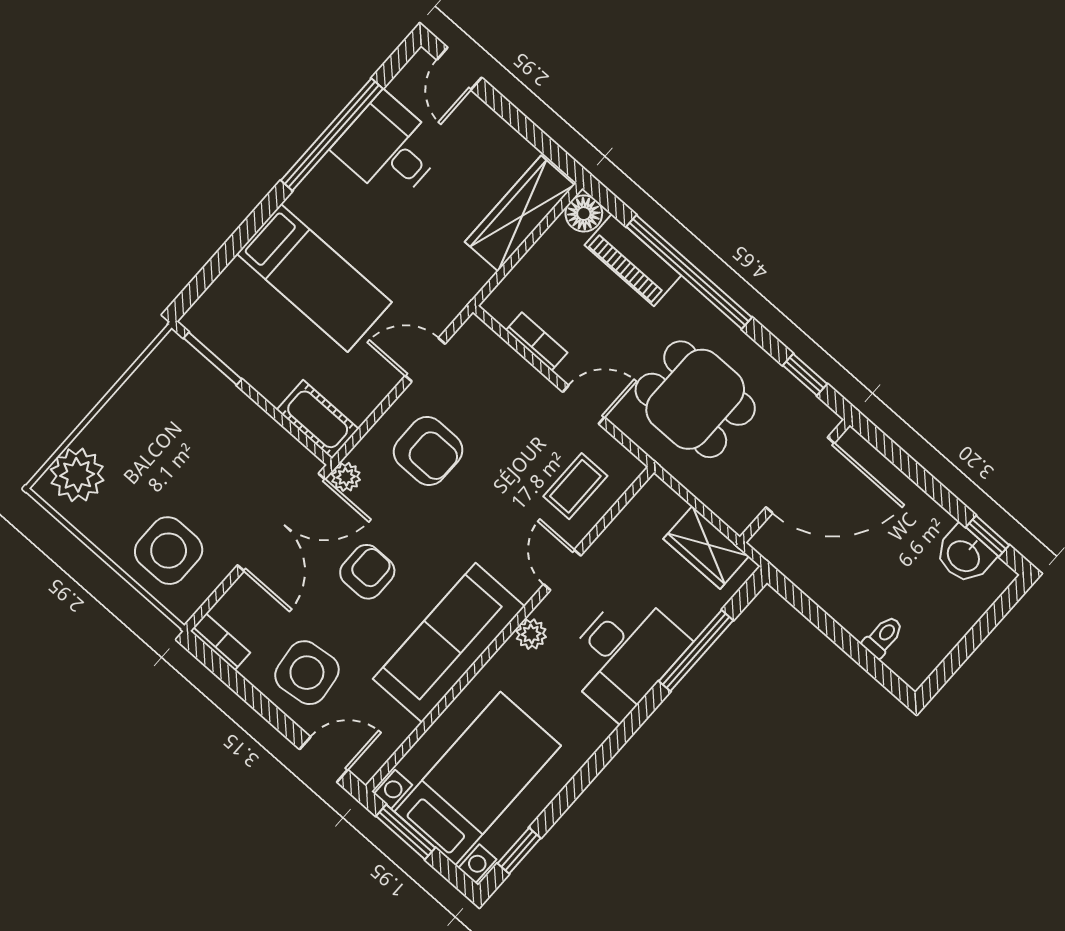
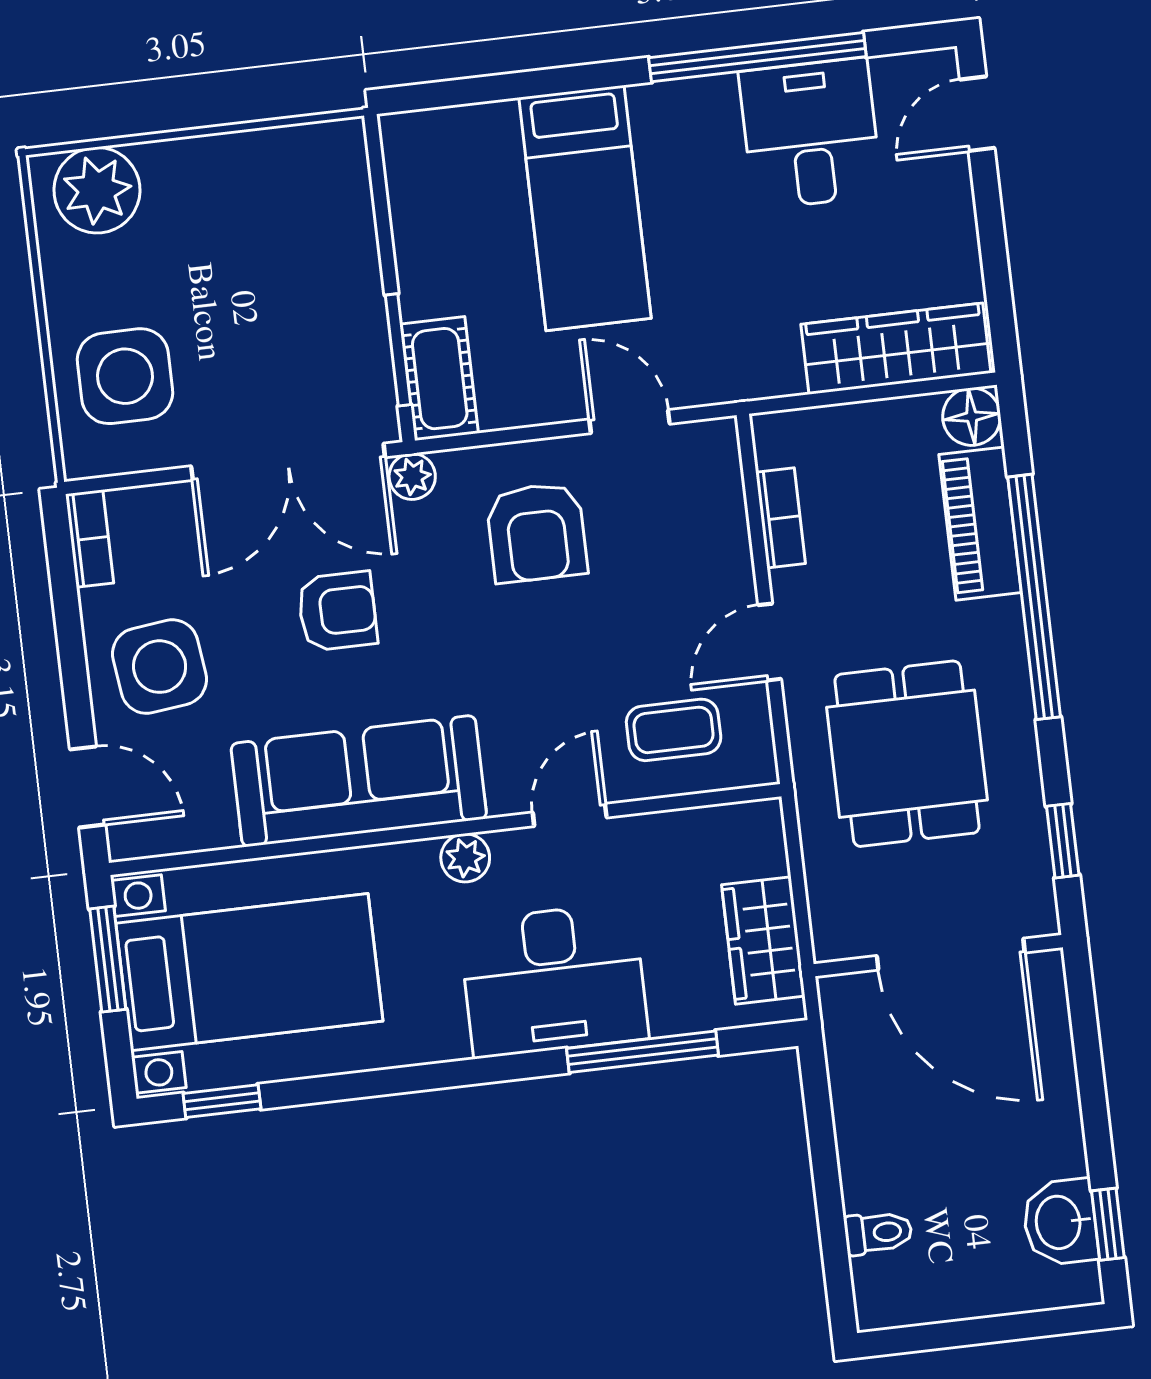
window: (213, 359) -> (398, 350), moved
door: (584, 405) -> (770, 642), swing flipped

